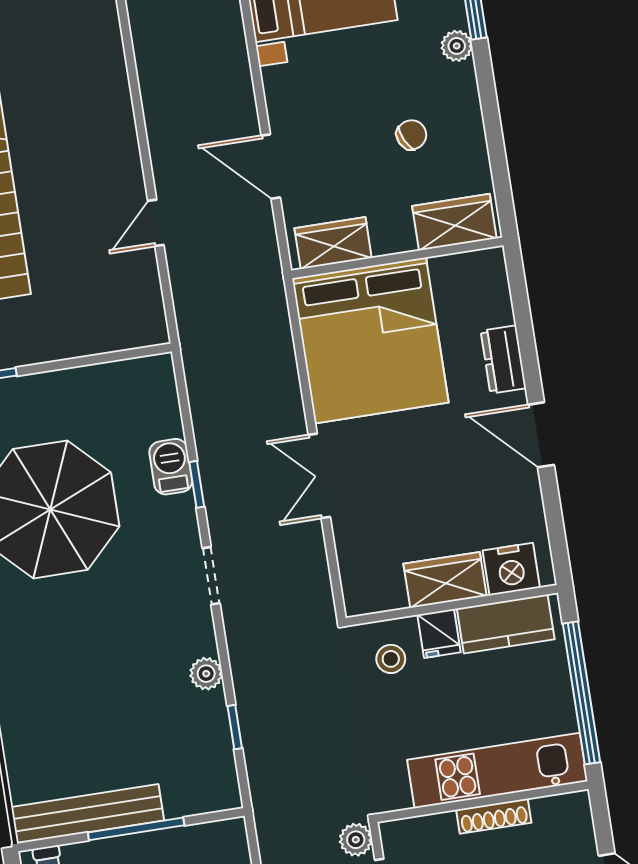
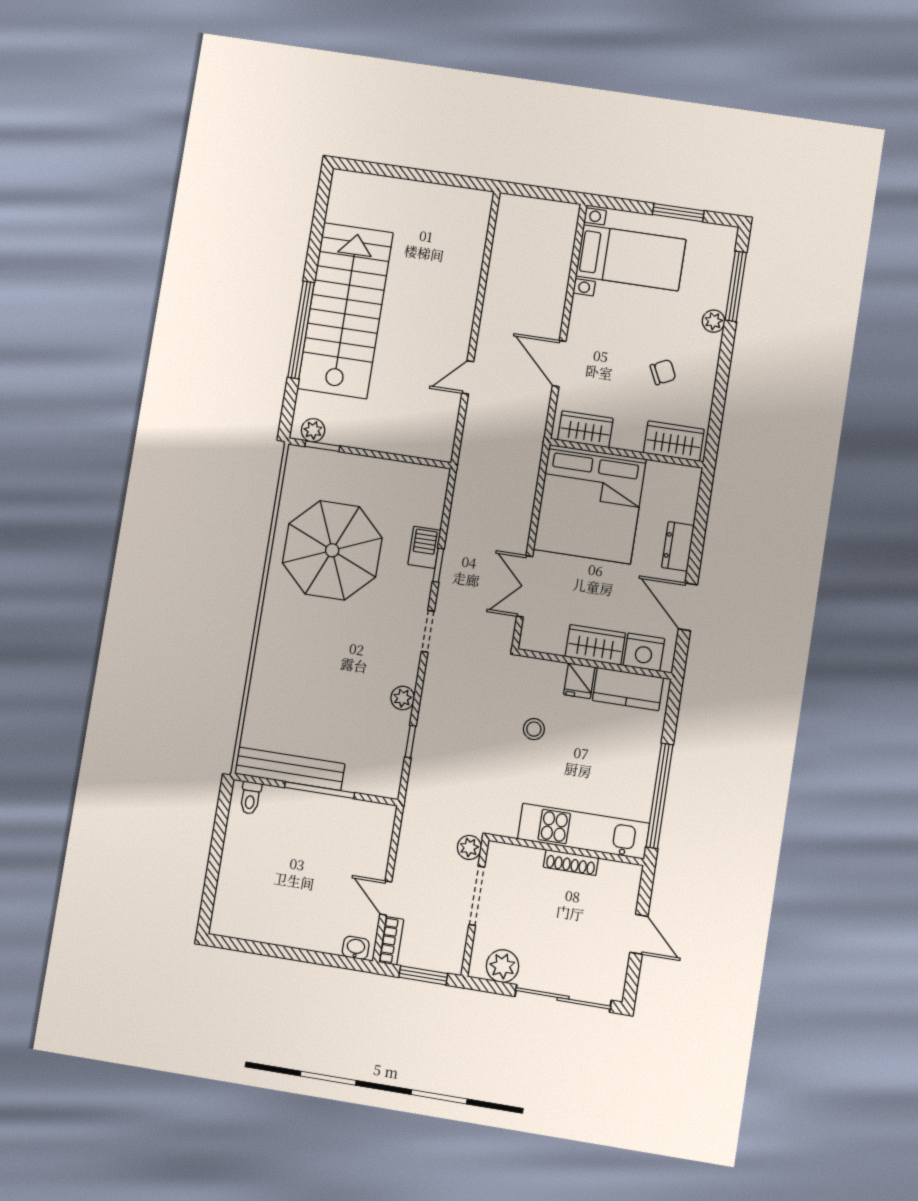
nightstand: (511, 569) -> (644, 652), moved
wardrobe: (445, 580) -> (595, 645), moved
wall: (452, 605) -> (594, 664), moved
kitchen counter: (506, 624) -> (628, 689), moved
fridge: (439, 633) -> (579, 681), moved

